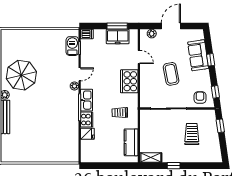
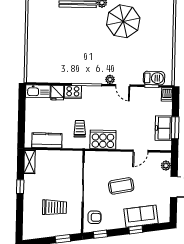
cooker: (129, 81) -> (103, 140), moved
kitchen sink: (87, 100) -> (38, 91), moved

